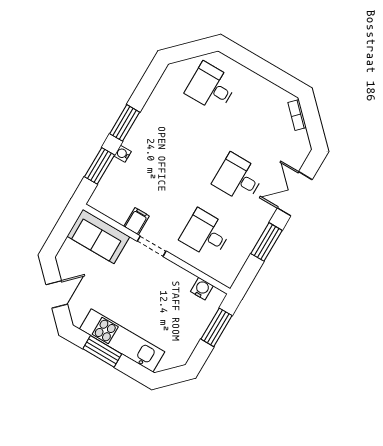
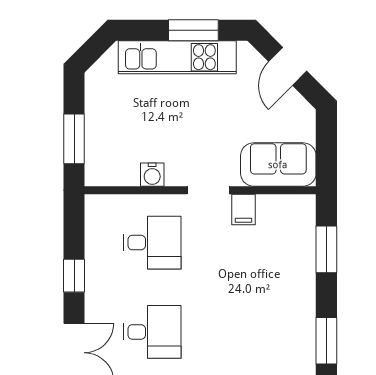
window: (125, 123) -> (326, 341), moved
water cooler: (123, 154) -> (307, 280), removed
window: (267, 242) -> (74, 276), width x0.67
water cooler: (202, 289) -> (152, 175), moved

